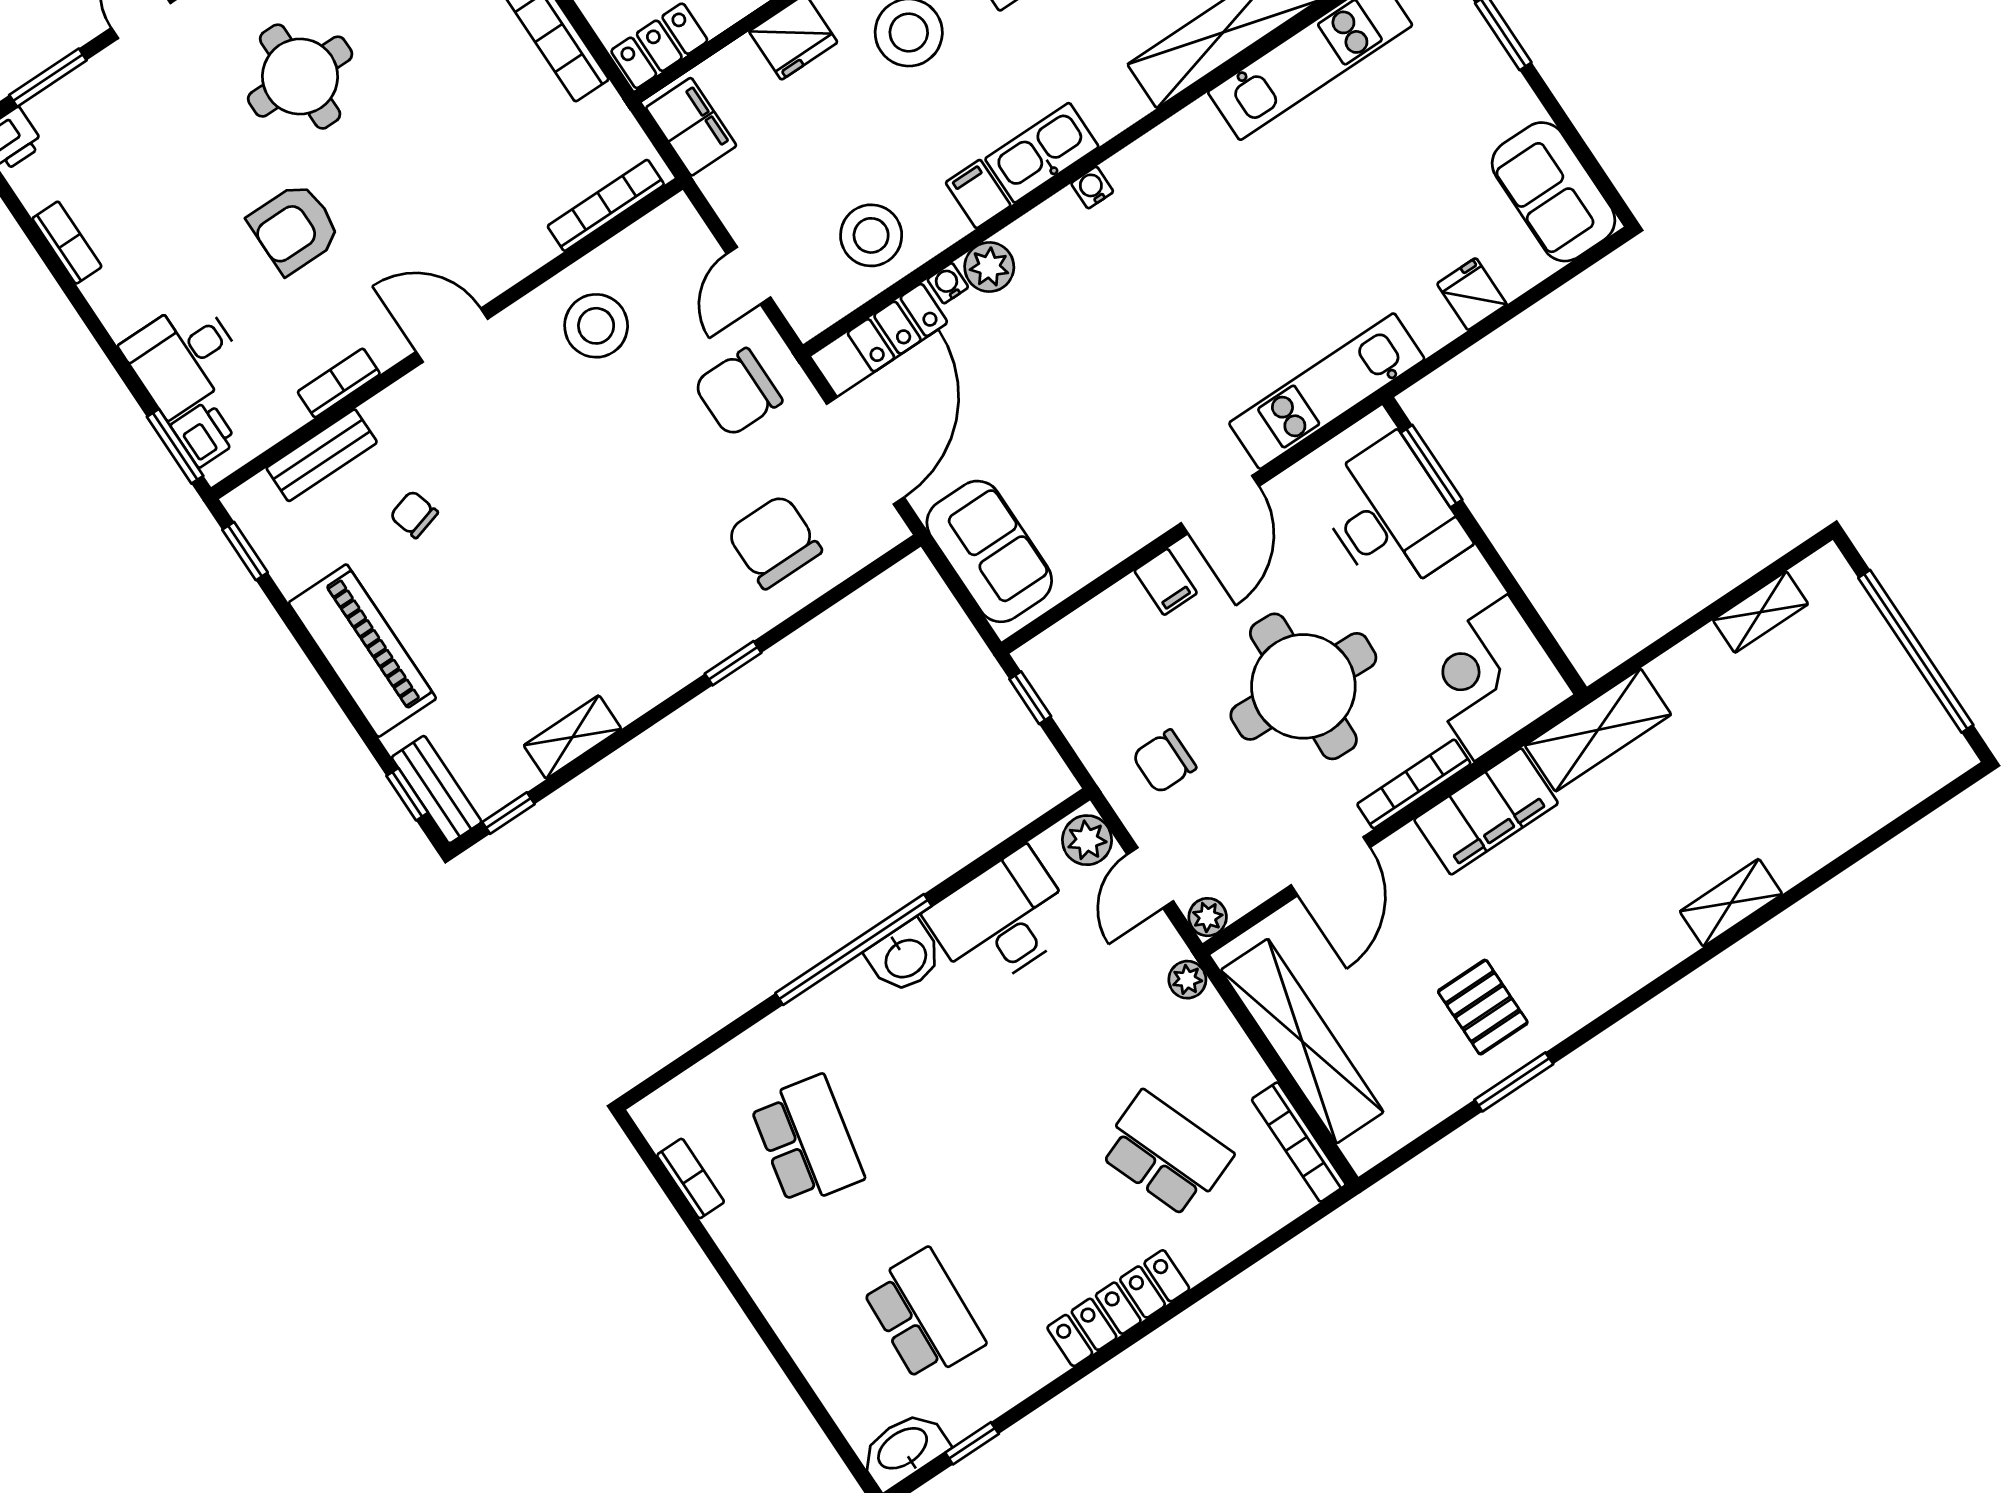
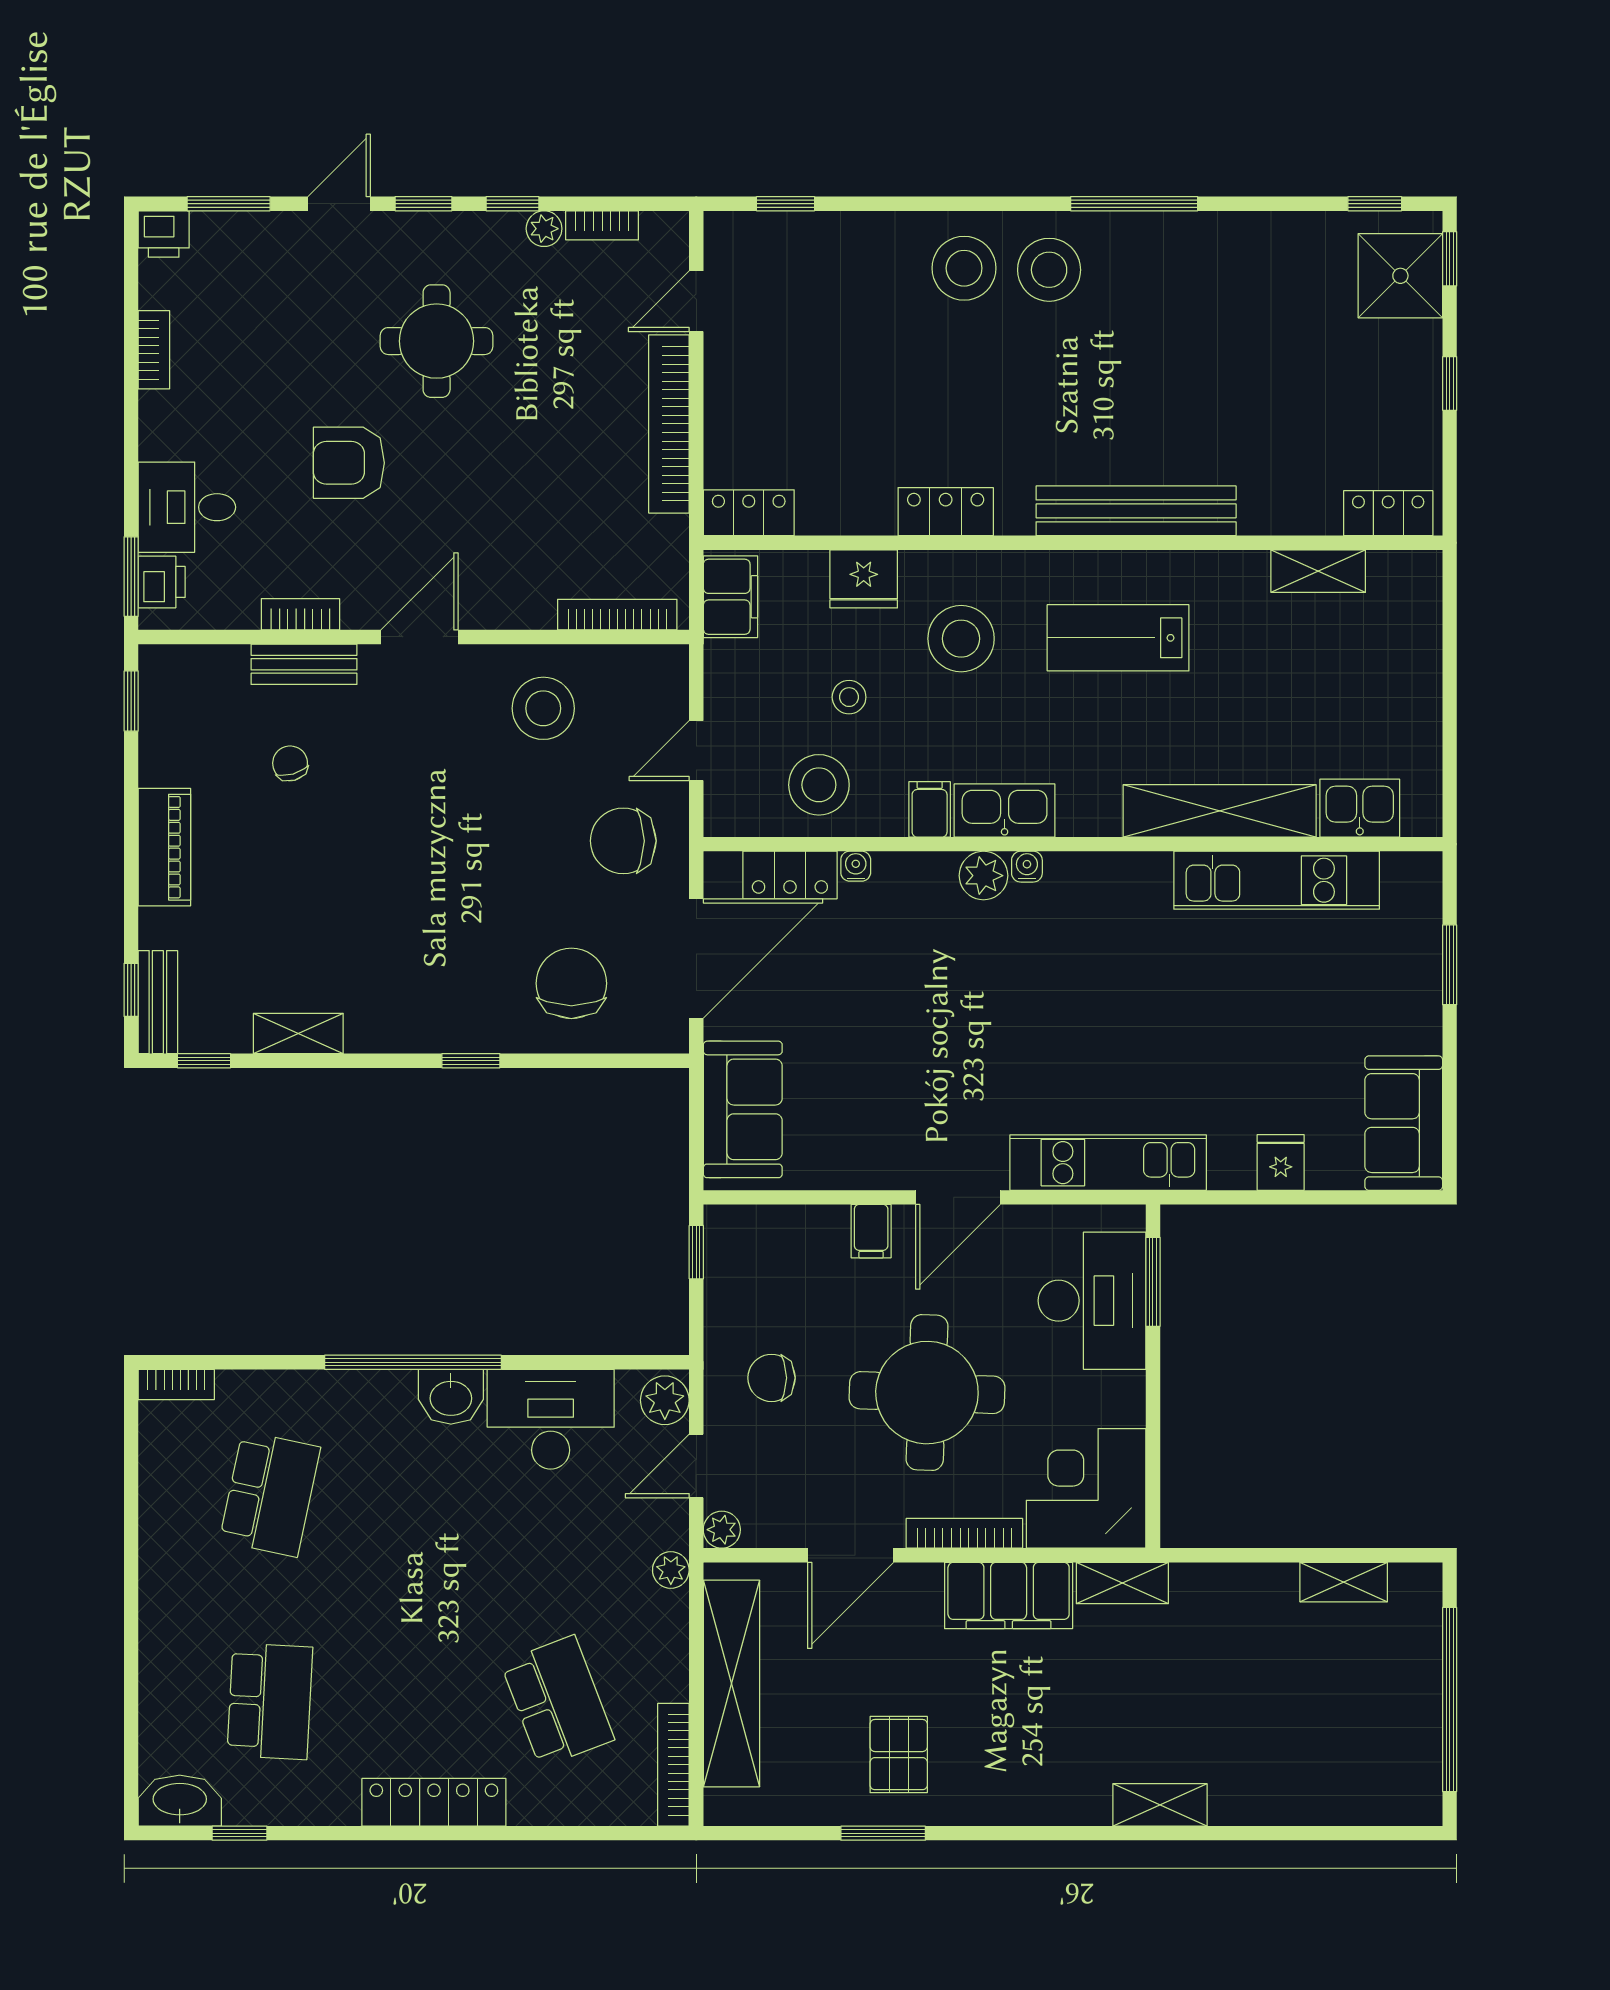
stool: (847, 145) -> (849, 697), added
plant: (989, 267) -> (983, 876), moved
door: (452, 335) -> (419, 637), hinge flipped
bench: (322, 455) -> (304, 664), moved
piano: (362, 651) -> (164, 847), width x0.73, depth x0.75
shelving: (1598, 730) -> (1122, 1583), width x0.67, depth x0.75
bookcase: (691, 1179) -> (176, 1384), moved, turned 90

